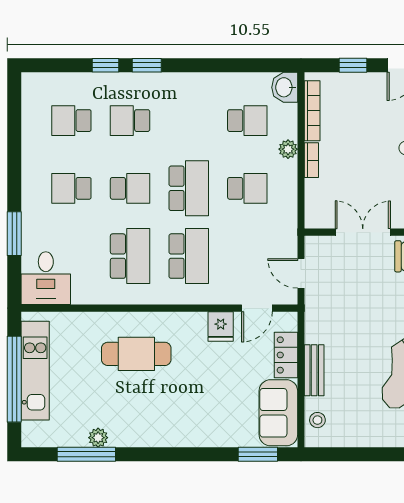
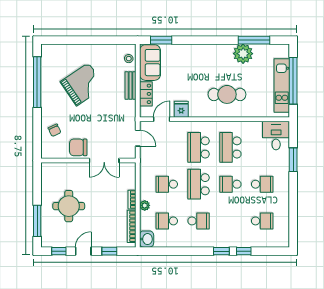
school desk: (130, 121) -> (199, 221), moved
plant: (98, 438) -> (243, 54), width x1.88, depth x1.88

